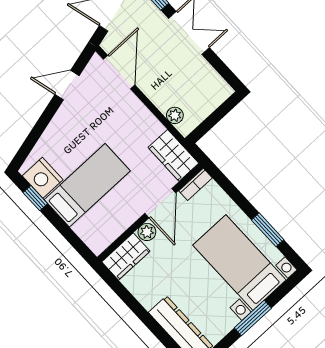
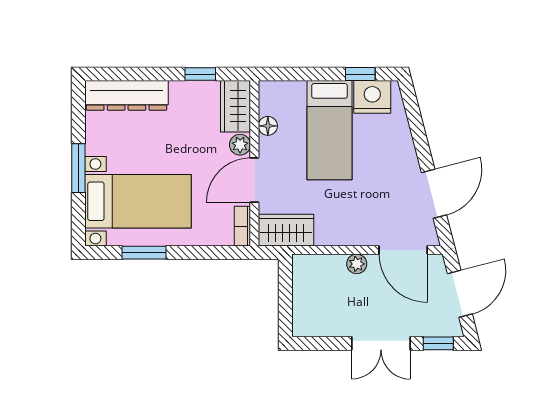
door: (67, 85) -> (434, 194), width x1.38
plant: (175, 115) -> (357, 264), moved
door: (160, 203) -> (254, 180), hinge flipped
floor lamp: (120, 226) -> (268, 126), added
window: (126, 296) -> (200, 74), added

